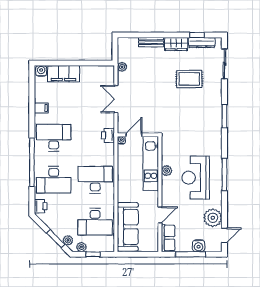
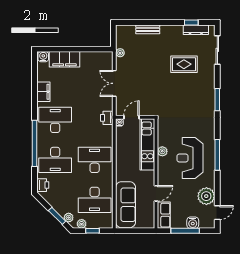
wardrobe: (176, 44) -> (171, 31), removed
filing cabinet: (41, 108) -> (43, 92), width x2.00

